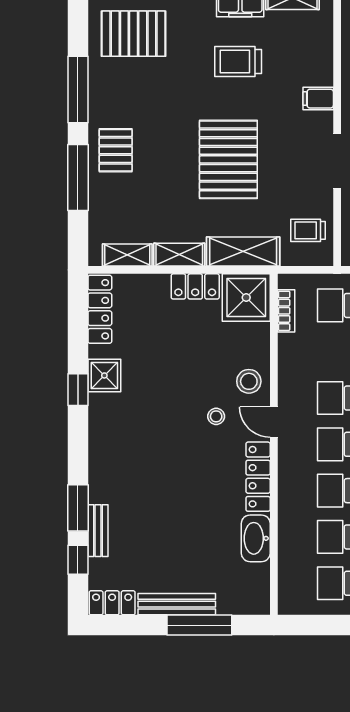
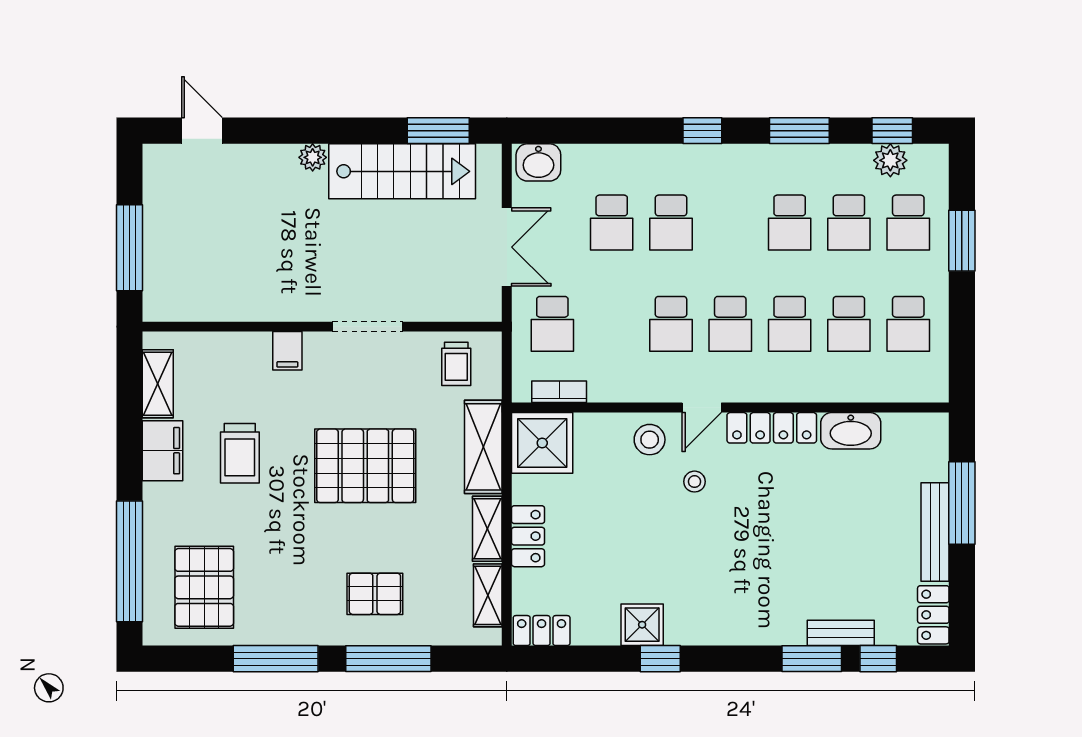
pallet: (116, 150) -> (375, 594), moved
locker: (195, 286) -> (528, 536), moved
locker: (100, 309) -> (542, 631), width x0.66

